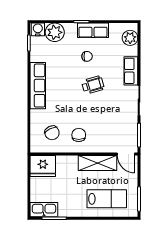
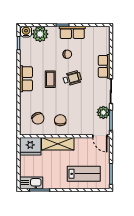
plant: (130, 38) -> (103, 112), moved
row of seats: (38, 86) -> (26, 79), width x0.68
coffee table: (67, 86) -> (50, 79), added
shelving: (98, 163) -> (58, 144), moved

